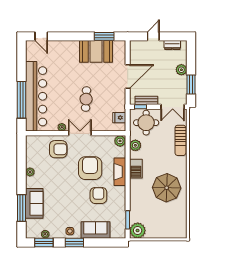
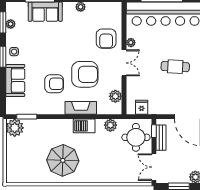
cafe table: (86, 99) -> (175, 67), moved
sun lounger: (180, 140) -> (116, 176), removed
plant: (120, 141) -> (115, 96), moved

